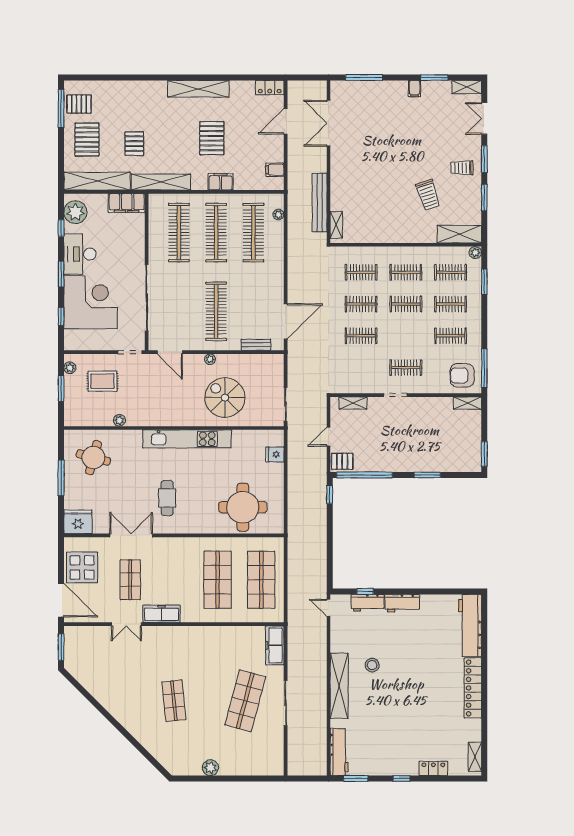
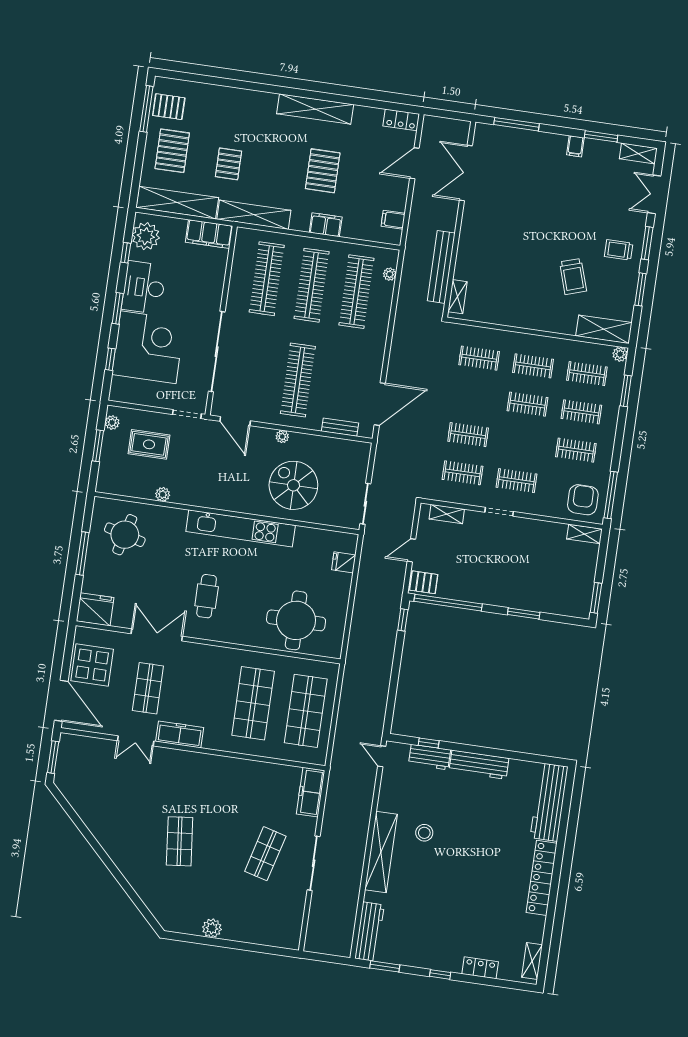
clothes rail: (361, 304) -> (463, 473), moved
armchair: (462, 375) -> (583, 500), turned 90
workbench: (402, 603) -> (479, 765), width x1.38
shop shelf: (245, 701) -> (265, 854), width x0.70, depth x0.74

